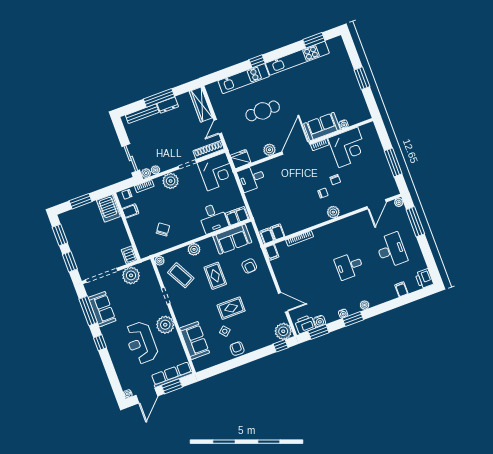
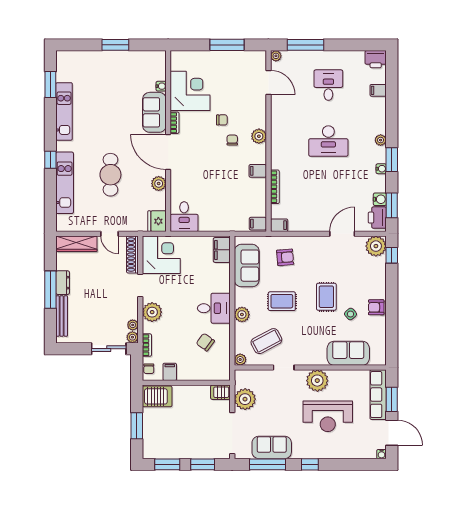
kitchen unit: (297, 58) -> (64, 111), width x0.73
desk: (213, 218) -> (214, 308), moved
filing cabinet: (278, 232) -> (258, 171), moved
desk: (391, 250) -> (328, 85), width x0.73
desk: (349, 266) -> (328, 141), width x1.37

